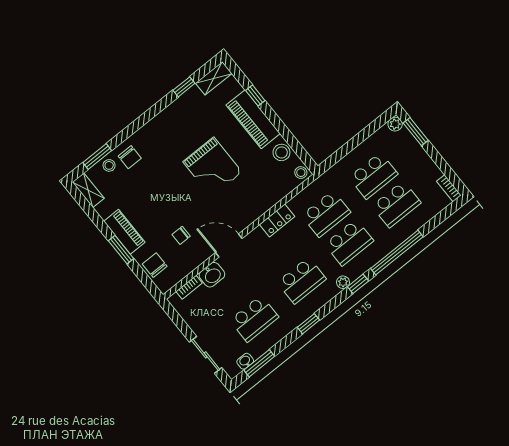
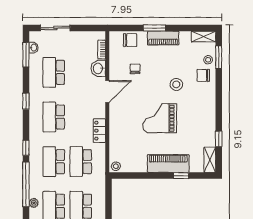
stool: (281, 152) -> (176, 84), moved
plant: (343, 282) -> (34, 203), moved

